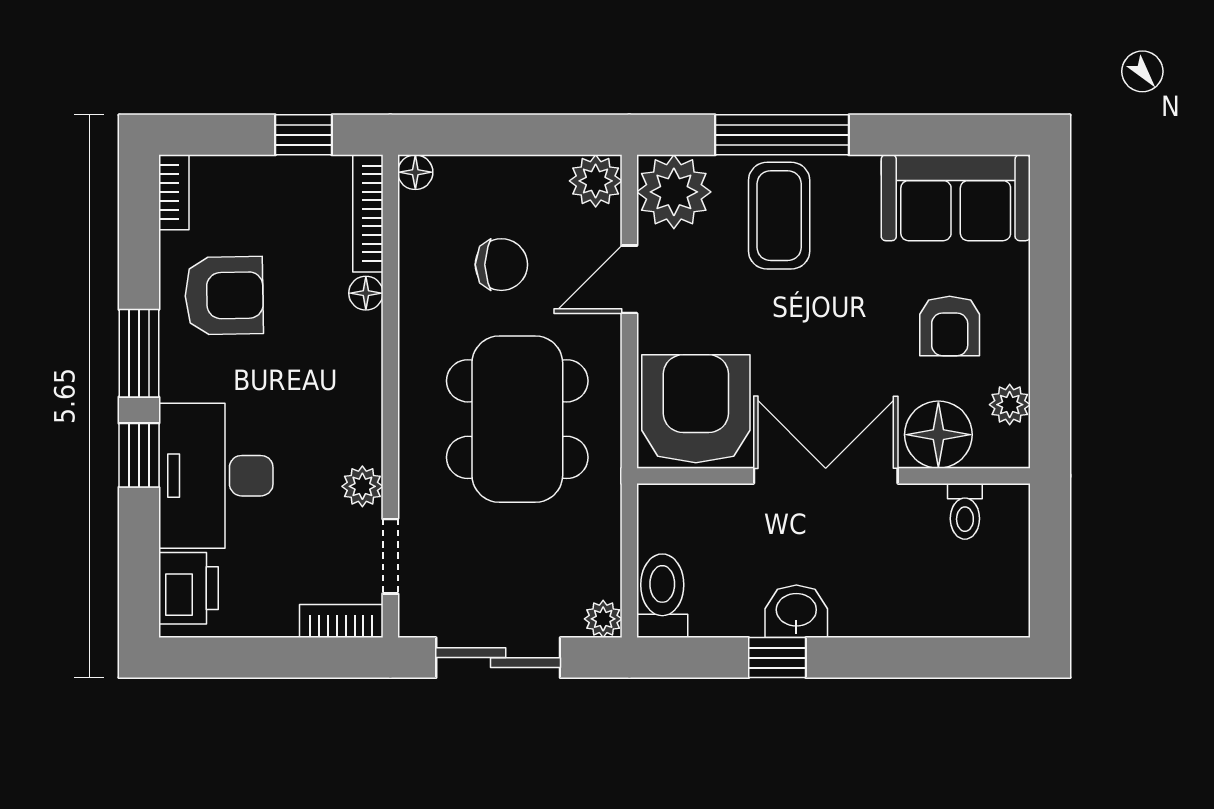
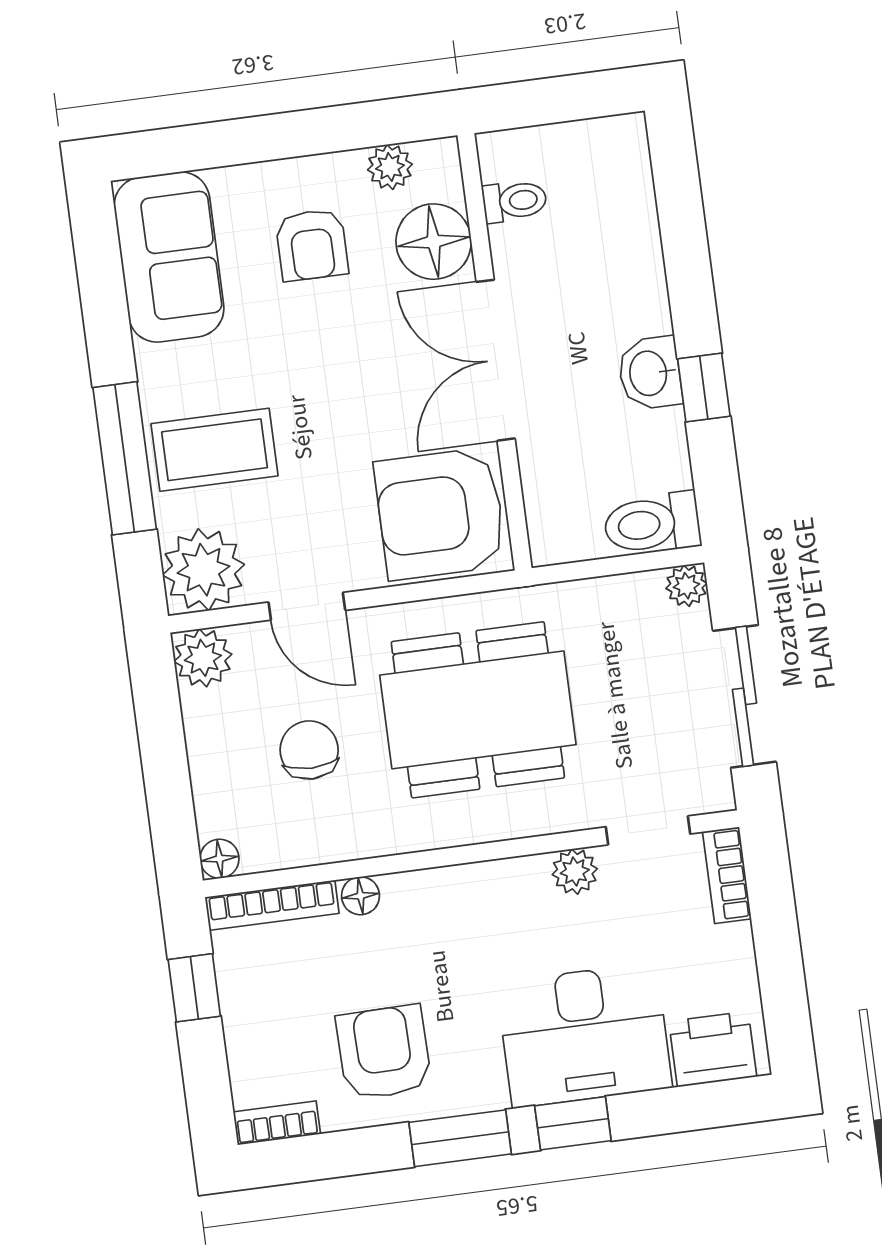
armchair: (950, 326) -> (312, 245), turned 90

